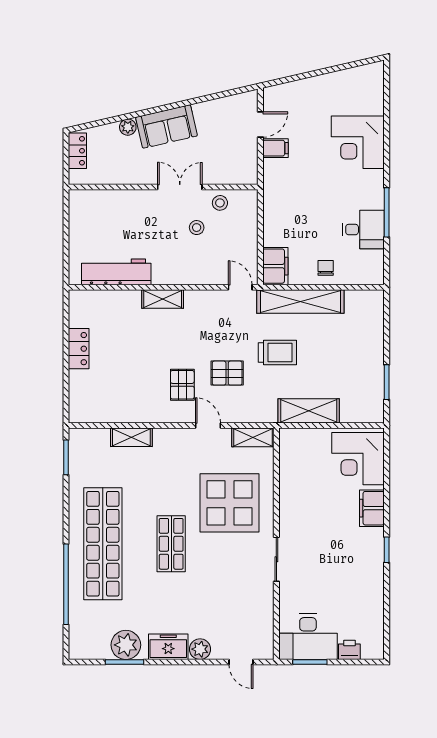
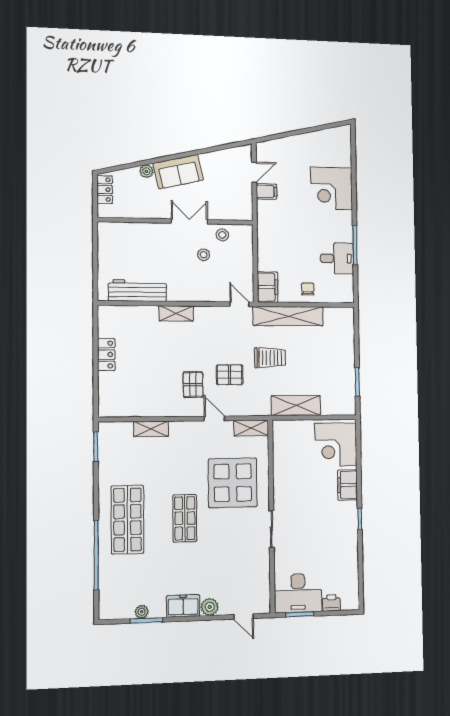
shop shelf: (103, 544) -> (127, 520), width x0.71
plant: (126, 645) -> (142, 612), width x0.53, depth x0.53

